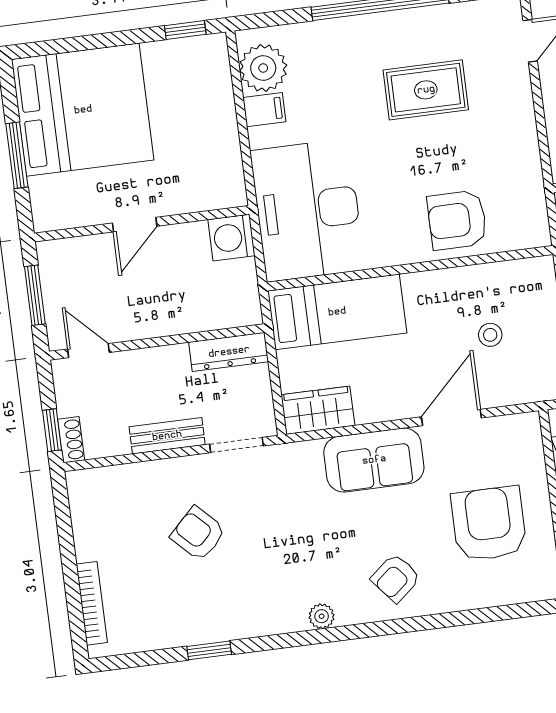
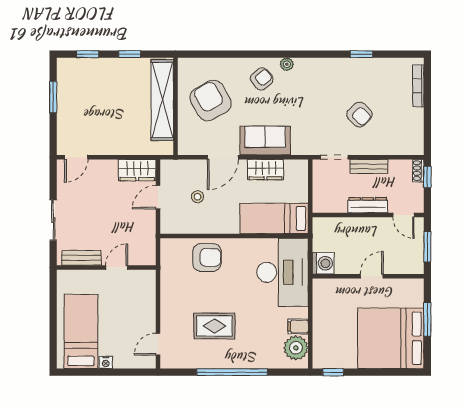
dresser: (229, 352) -> (368, 205), moved
wardrobe: (318, 410) -> (265, 170), moved
armchair: (489, 524) -> (211, 101), turned 151
plant: (322, 616) -> (287, 64), moved

